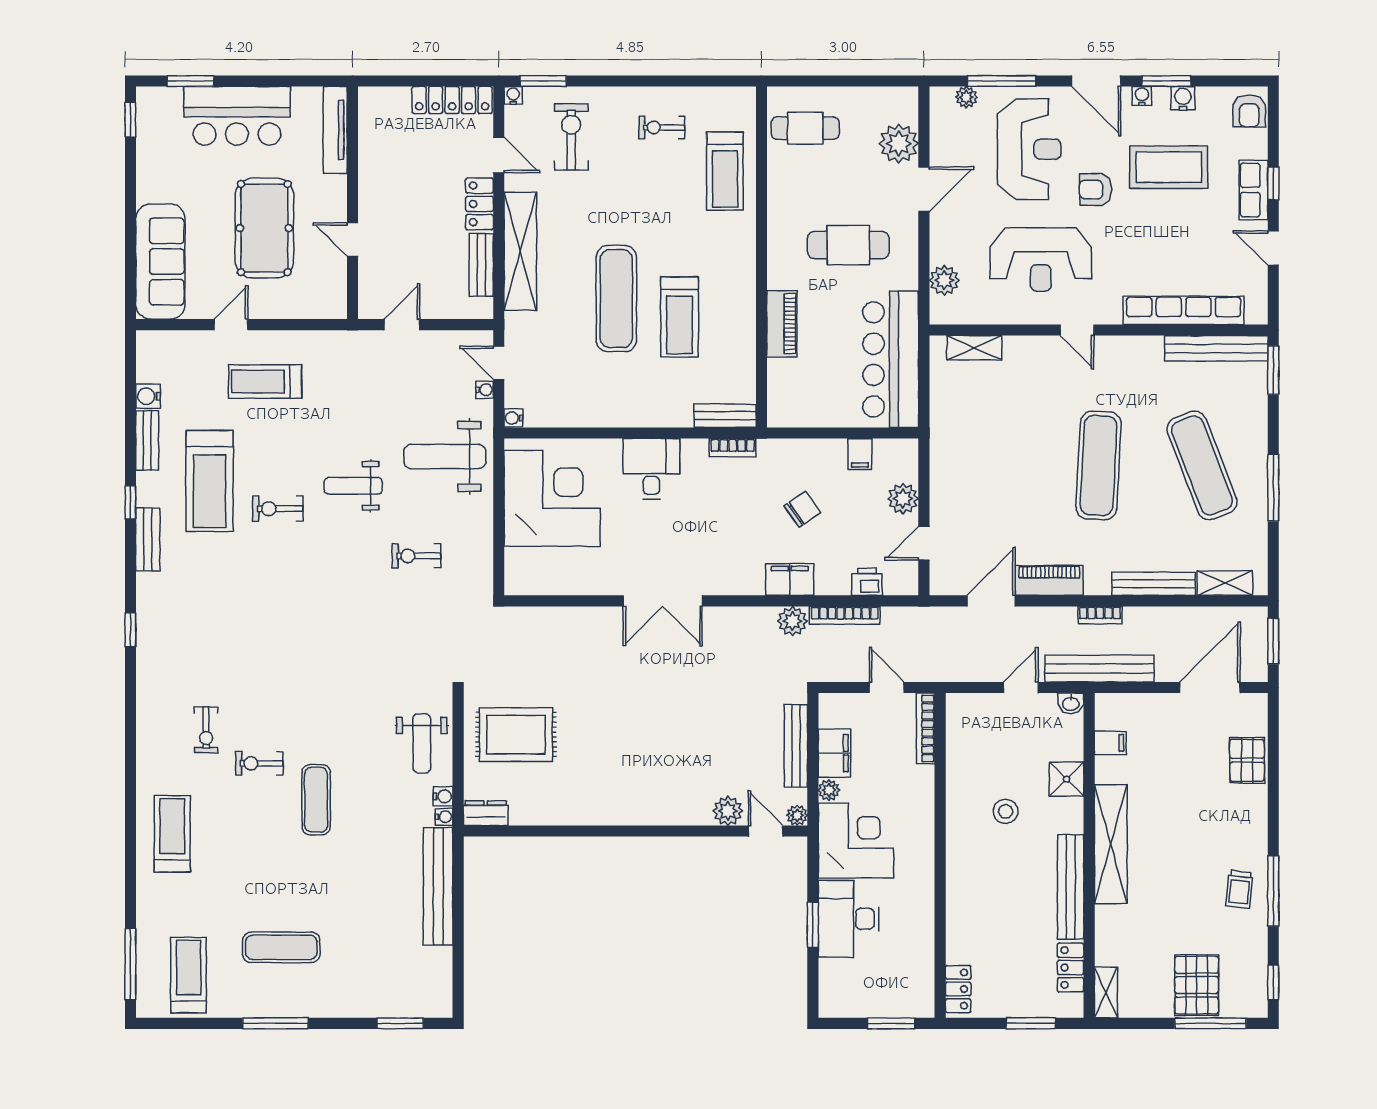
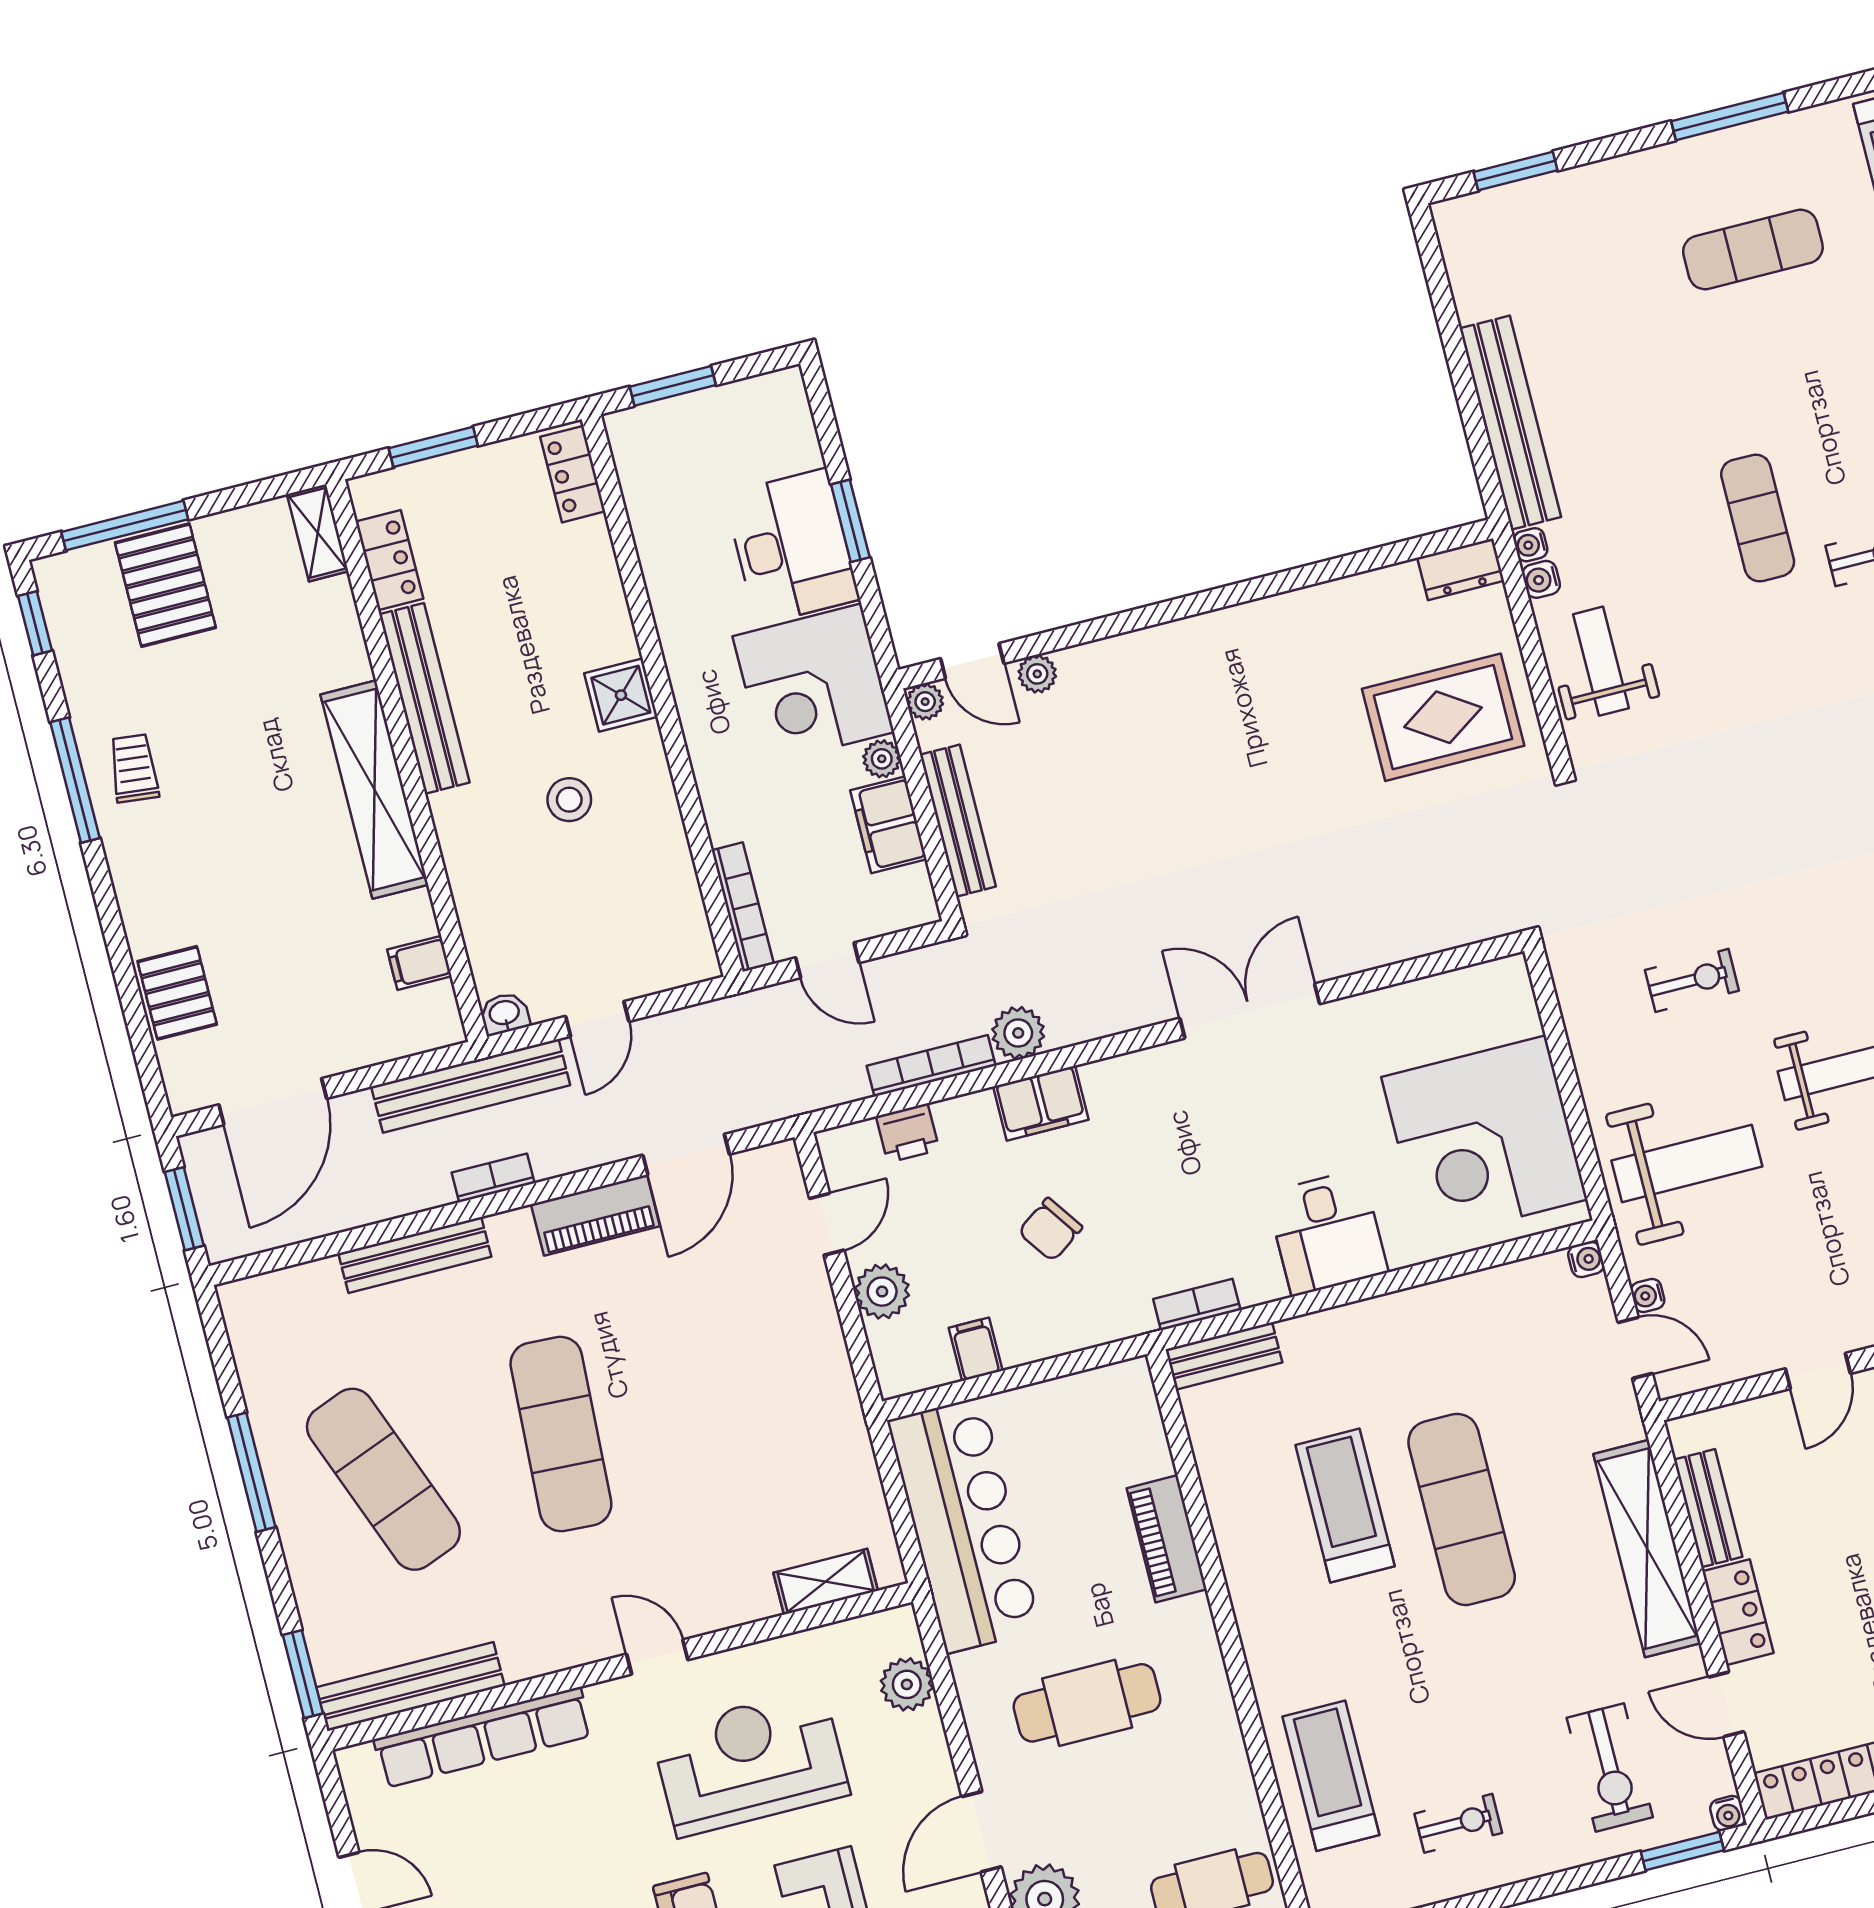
shelving: (1225, 583) -> (293, 1287), removed
shower: (1067, 779) -> (621, 695), moved
plant: (728, 811) -> (1037, 674), width x0.73, depth x0.73

